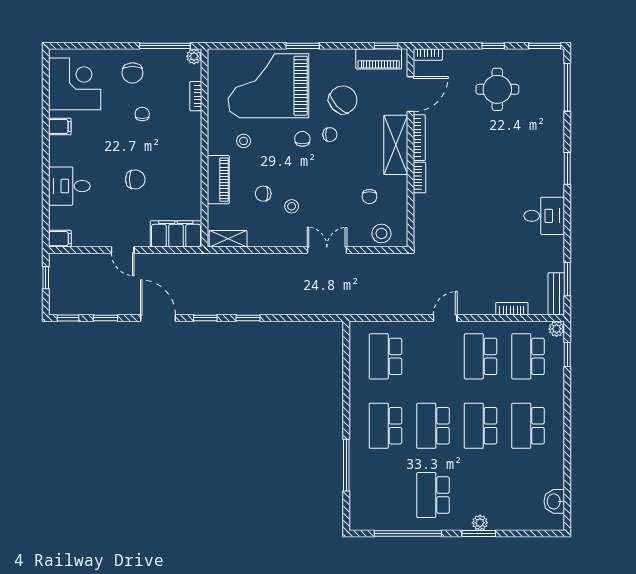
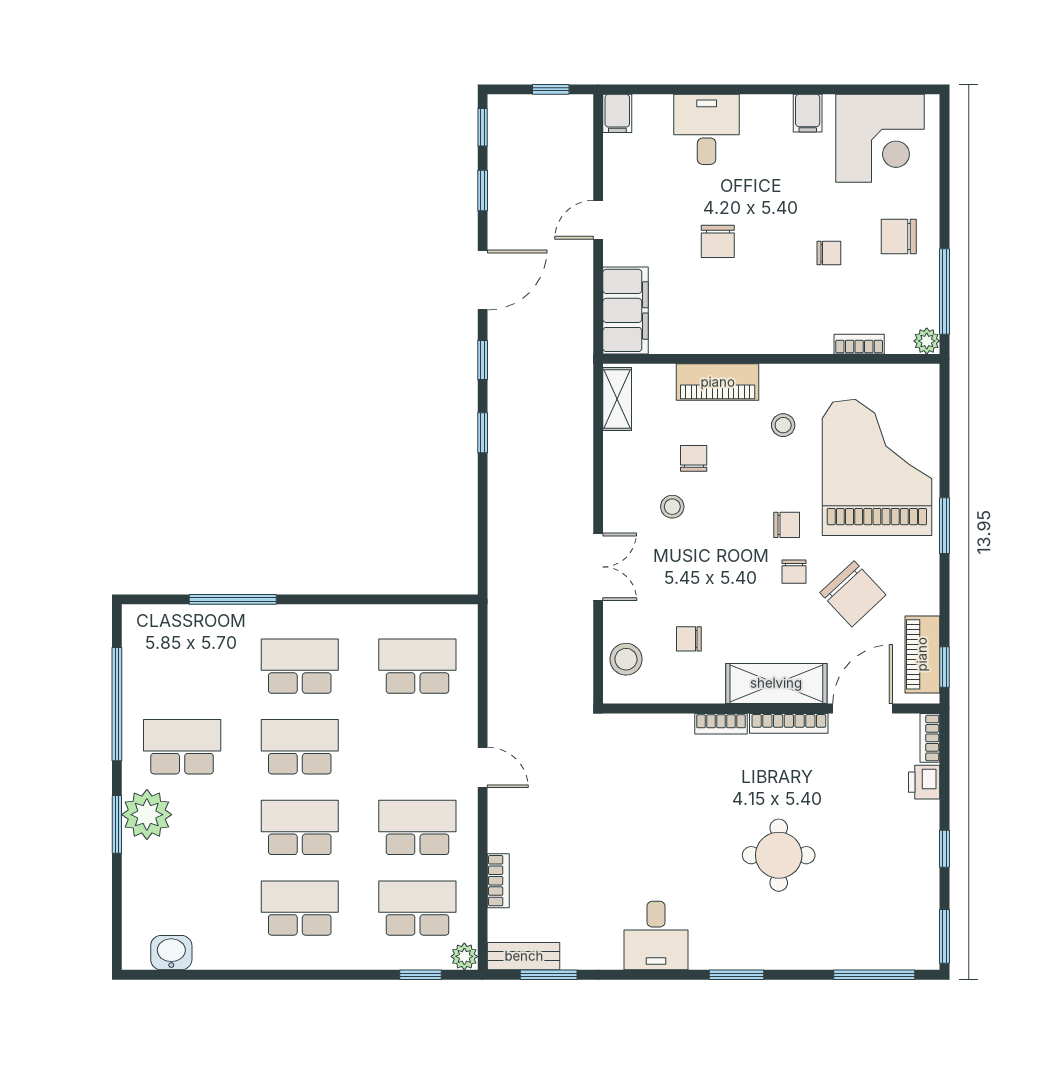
printer: (454, 58) -> (924, 782), added
round table: (497, 89) -> (779, 855), moved
door: (410, 94) -> (863, 708), swing flipped
plant: (480, 523) -> (147, 815), width x1.87, depth x1.87

